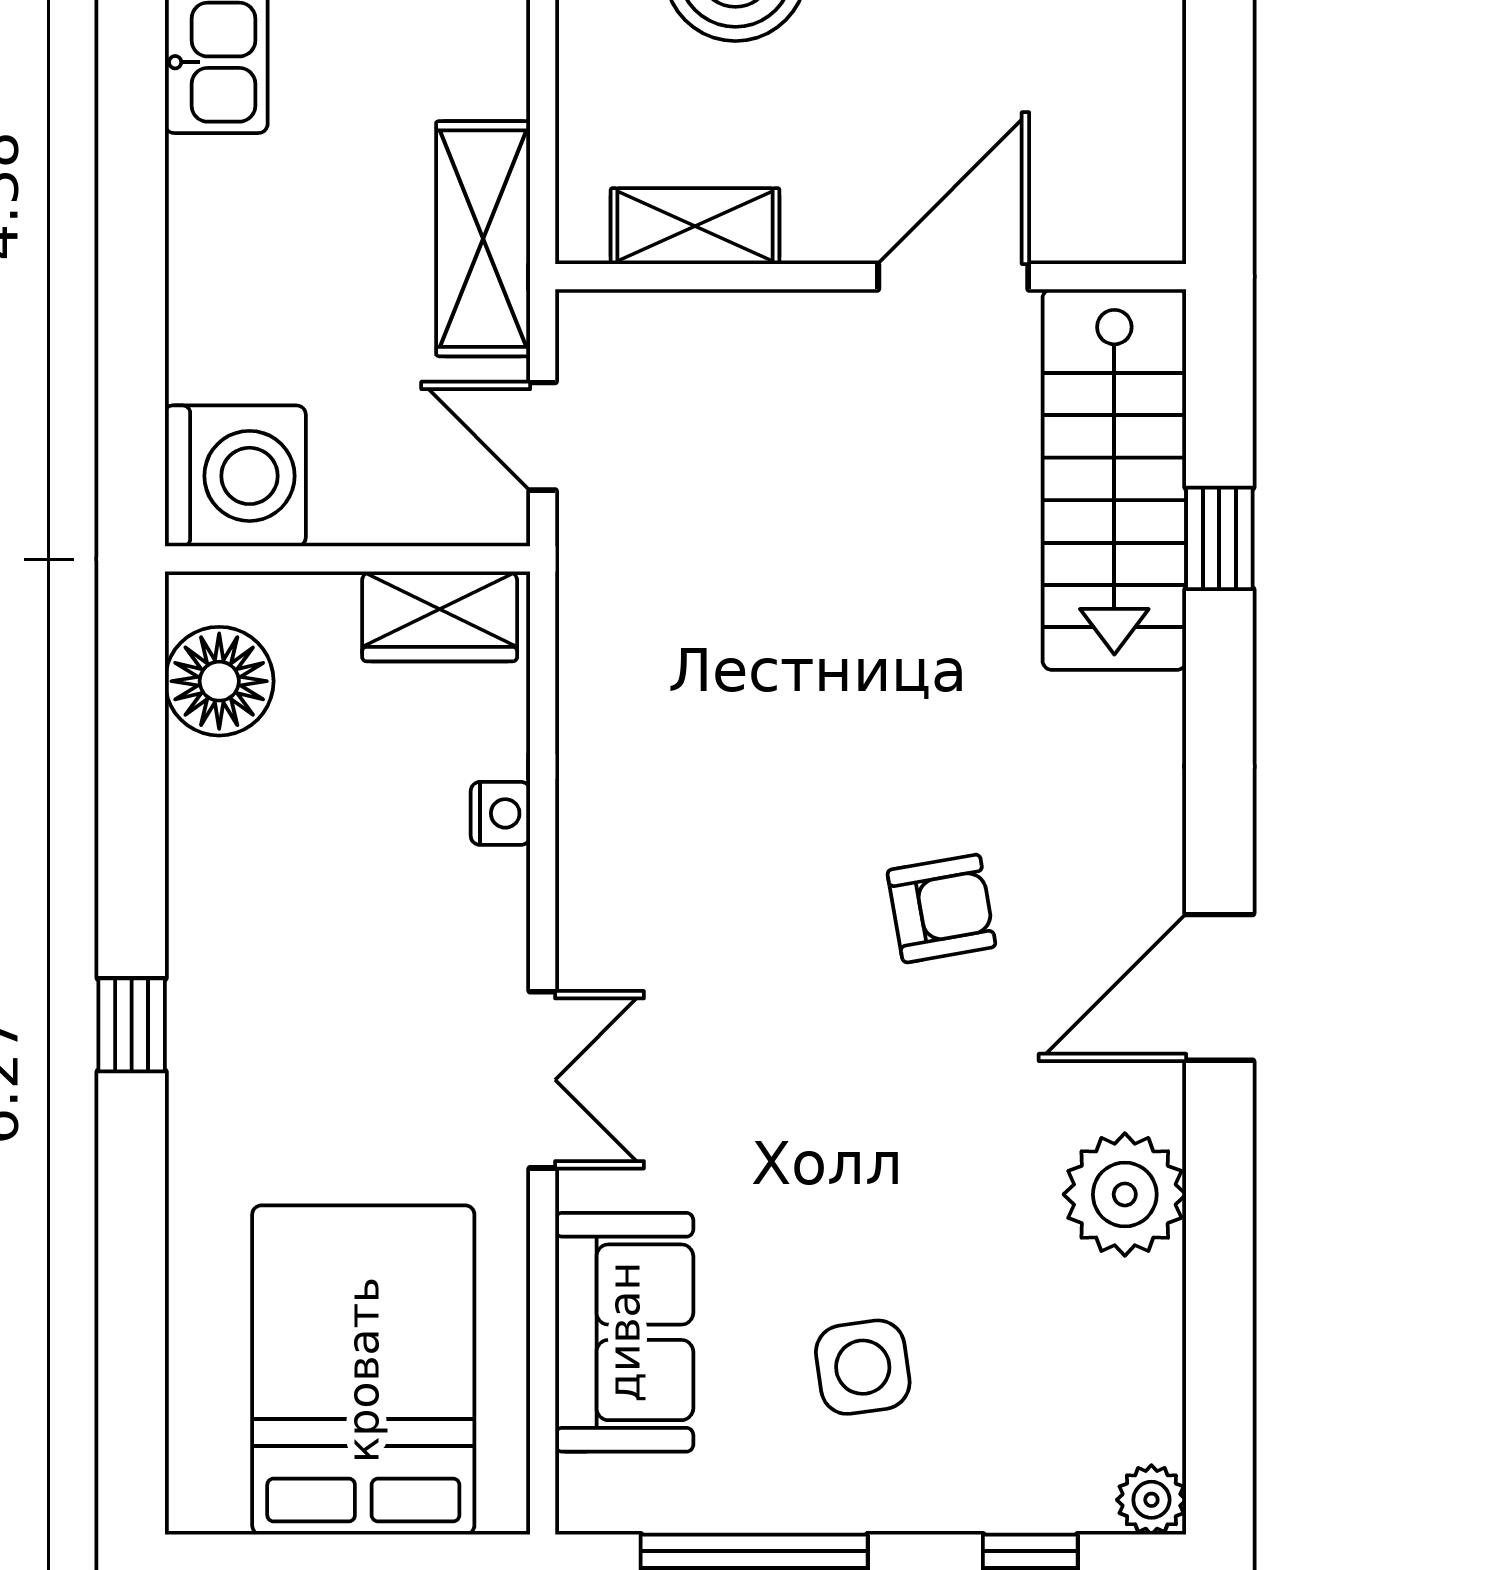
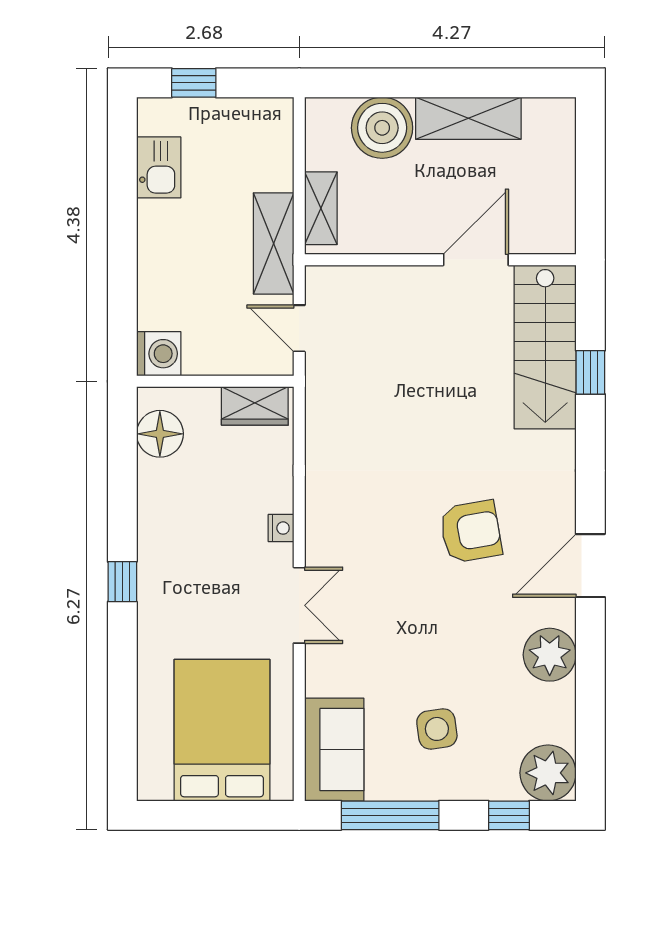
shelving: (695, 226) -> (321, 208), moved, turned 90
washing machine: (235, 476) -> (159, 354), width x0.73, depth x0.73
nightstand: (500, 813) -> (281, 528), moved
armchair: (941, 909) -> (471, 532), width x1.38, depth x1.38
sofa: (624, 1332) -> (334, 750), moved
plant: (1151, 1500) -> (548, 773), width x1.88, depth x1.88

